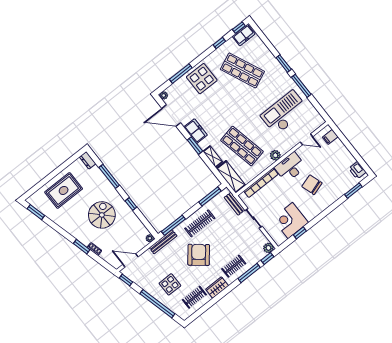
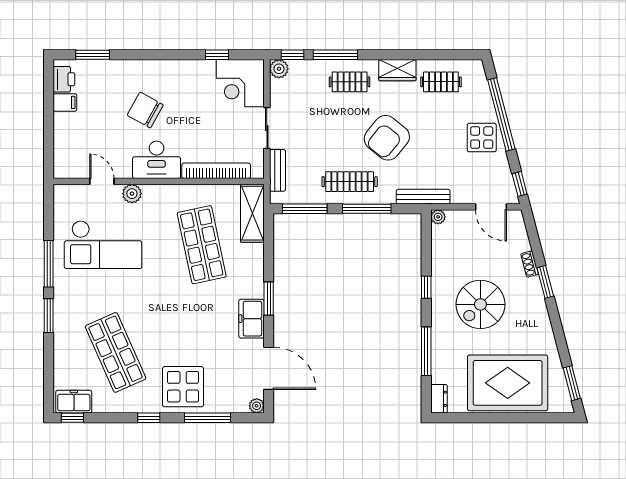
window: (219, 43) -> (149, 418), moved
filing cabinet: (330, 137) -> (65, 102), moved
plant: (275, 155) -> (132, 194), moved
shelving: (213, 157) -> (256, 263), removed
chair: (312, 185) -> (145, 110), turned 137
rug: (64, 190) -> (508, 383), width x1.37, depth x1.44
corner desk: (290, 221) -> (240, 83), moved, turned 90
window: (173, 225) -> (367, 209), moved
display table: (170, 284) -> (482, 138), moved

